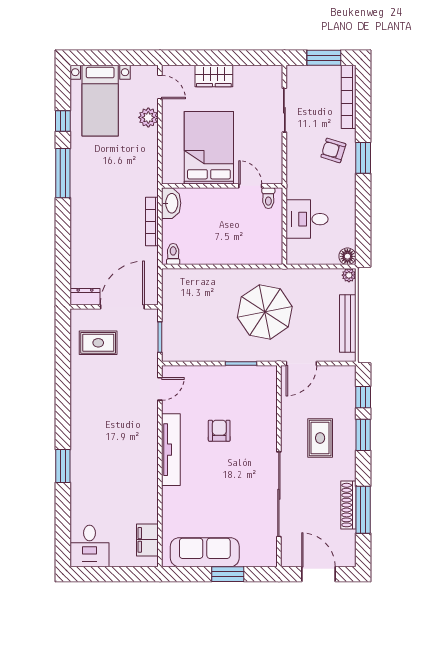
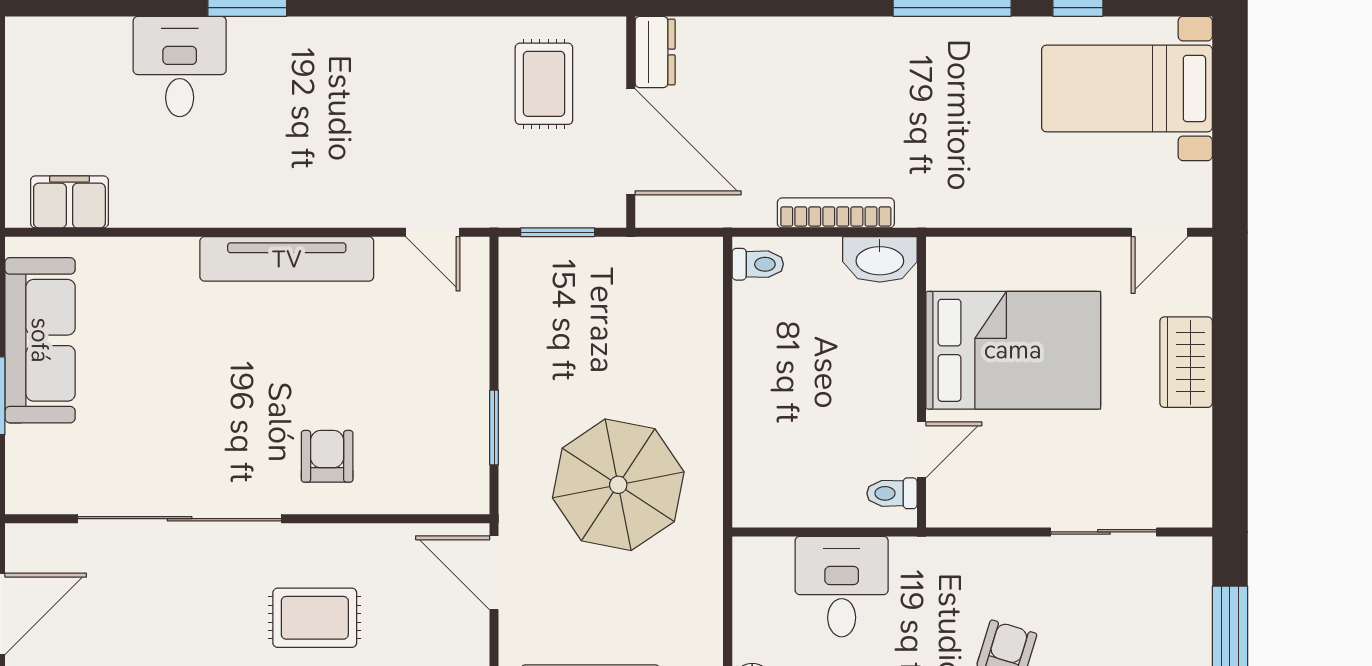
plant: (148, 117) -> (1086, 204), removed
armchair: (219, 431) -> (327, 456), moved, turned -90
desk: (90, 546) -> (180, 67), moved, turned 90

